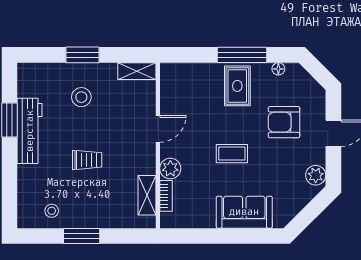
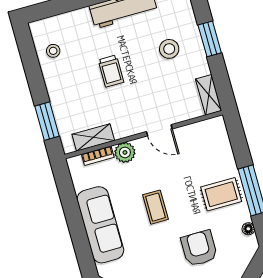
sofa: (244, 212) -> (100, 225), width x1.36
window: (82, 236) -> (47, 121), moved

